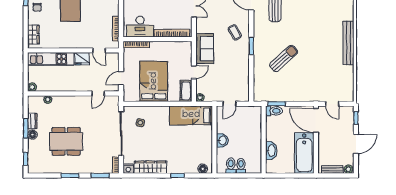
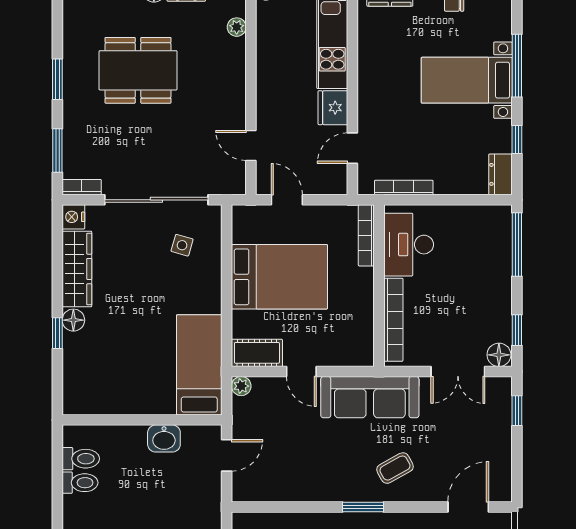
sofa: (205, 49) -> (370, 397), width x1.36
door: (229, 104) -> (227, 455), swing flipped
washbasin: (222, 140) -> (164, 438), moved
dining table: (66, 141) -> (138, 70), turned 90
floor lamp: (203, 169) -> (73, 320), moved

